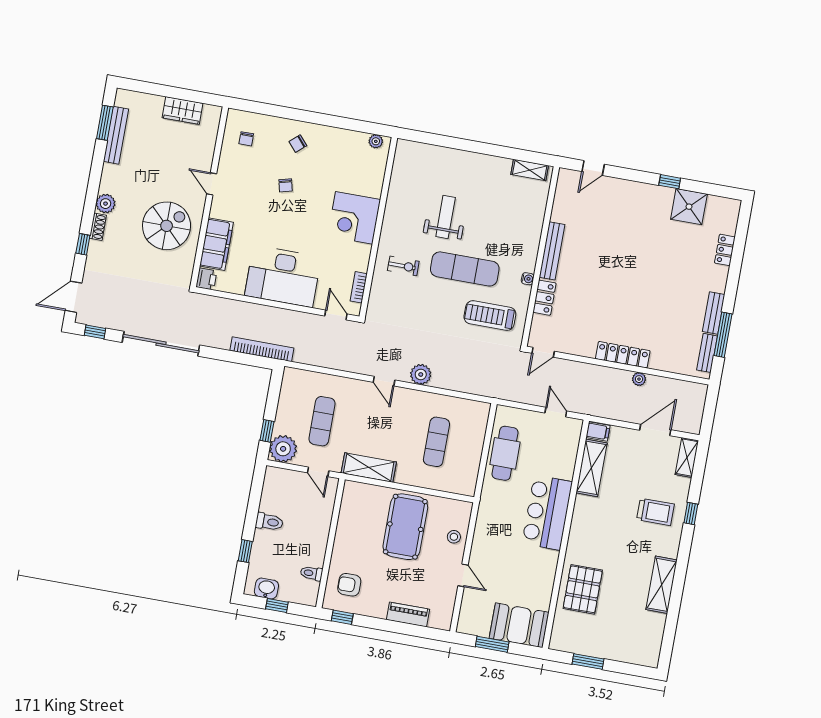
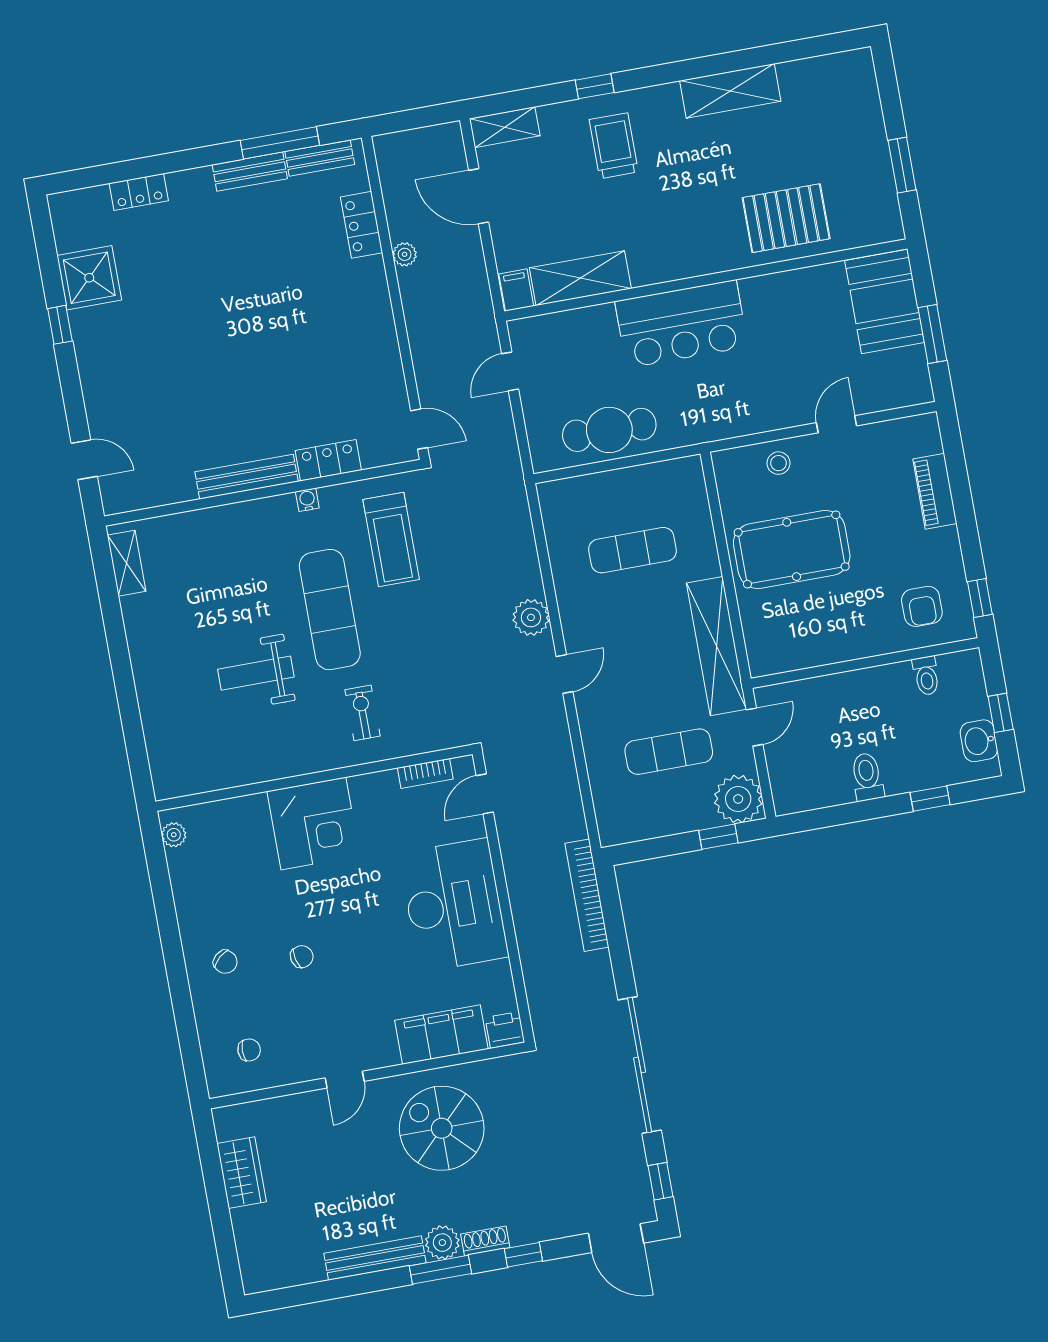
window: (105, 123) -> (440, 1270), moved
bench: (116, 135) -> (375, 1258), moved
locker: (623, 355) -> (362, 225), moved, width x0.66
shelving: (369, 468) -> (717, 646), width x1.47

